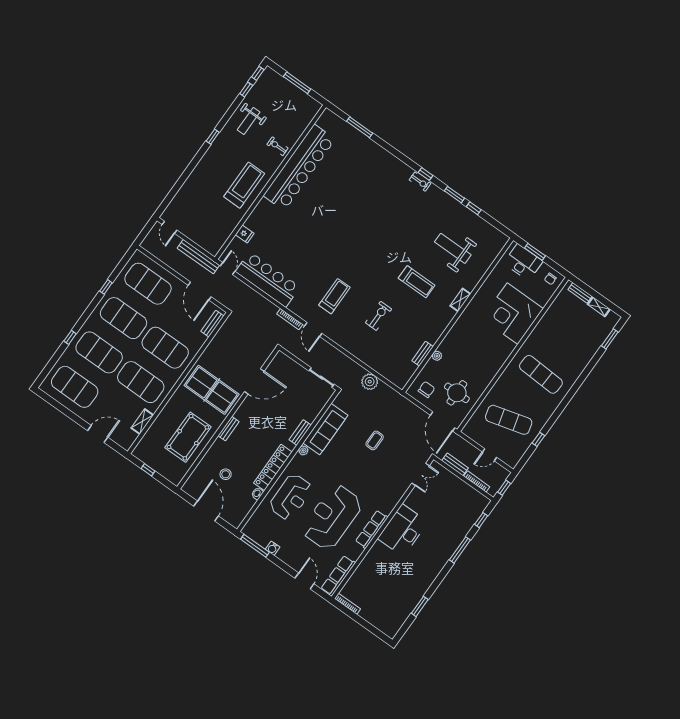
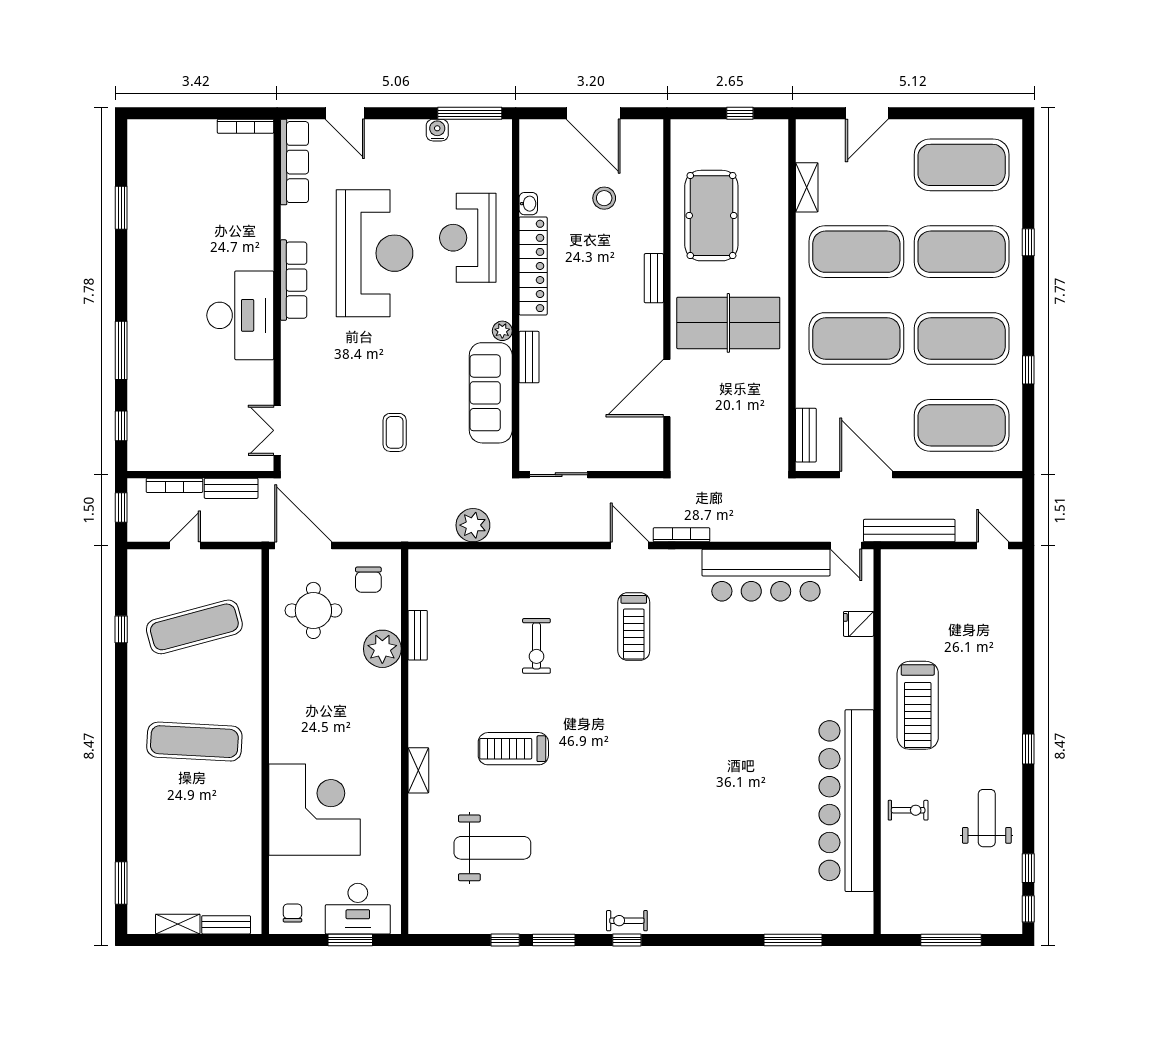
plant: (437, 356) -> (382, 649), width x1.88, depth x1.88

